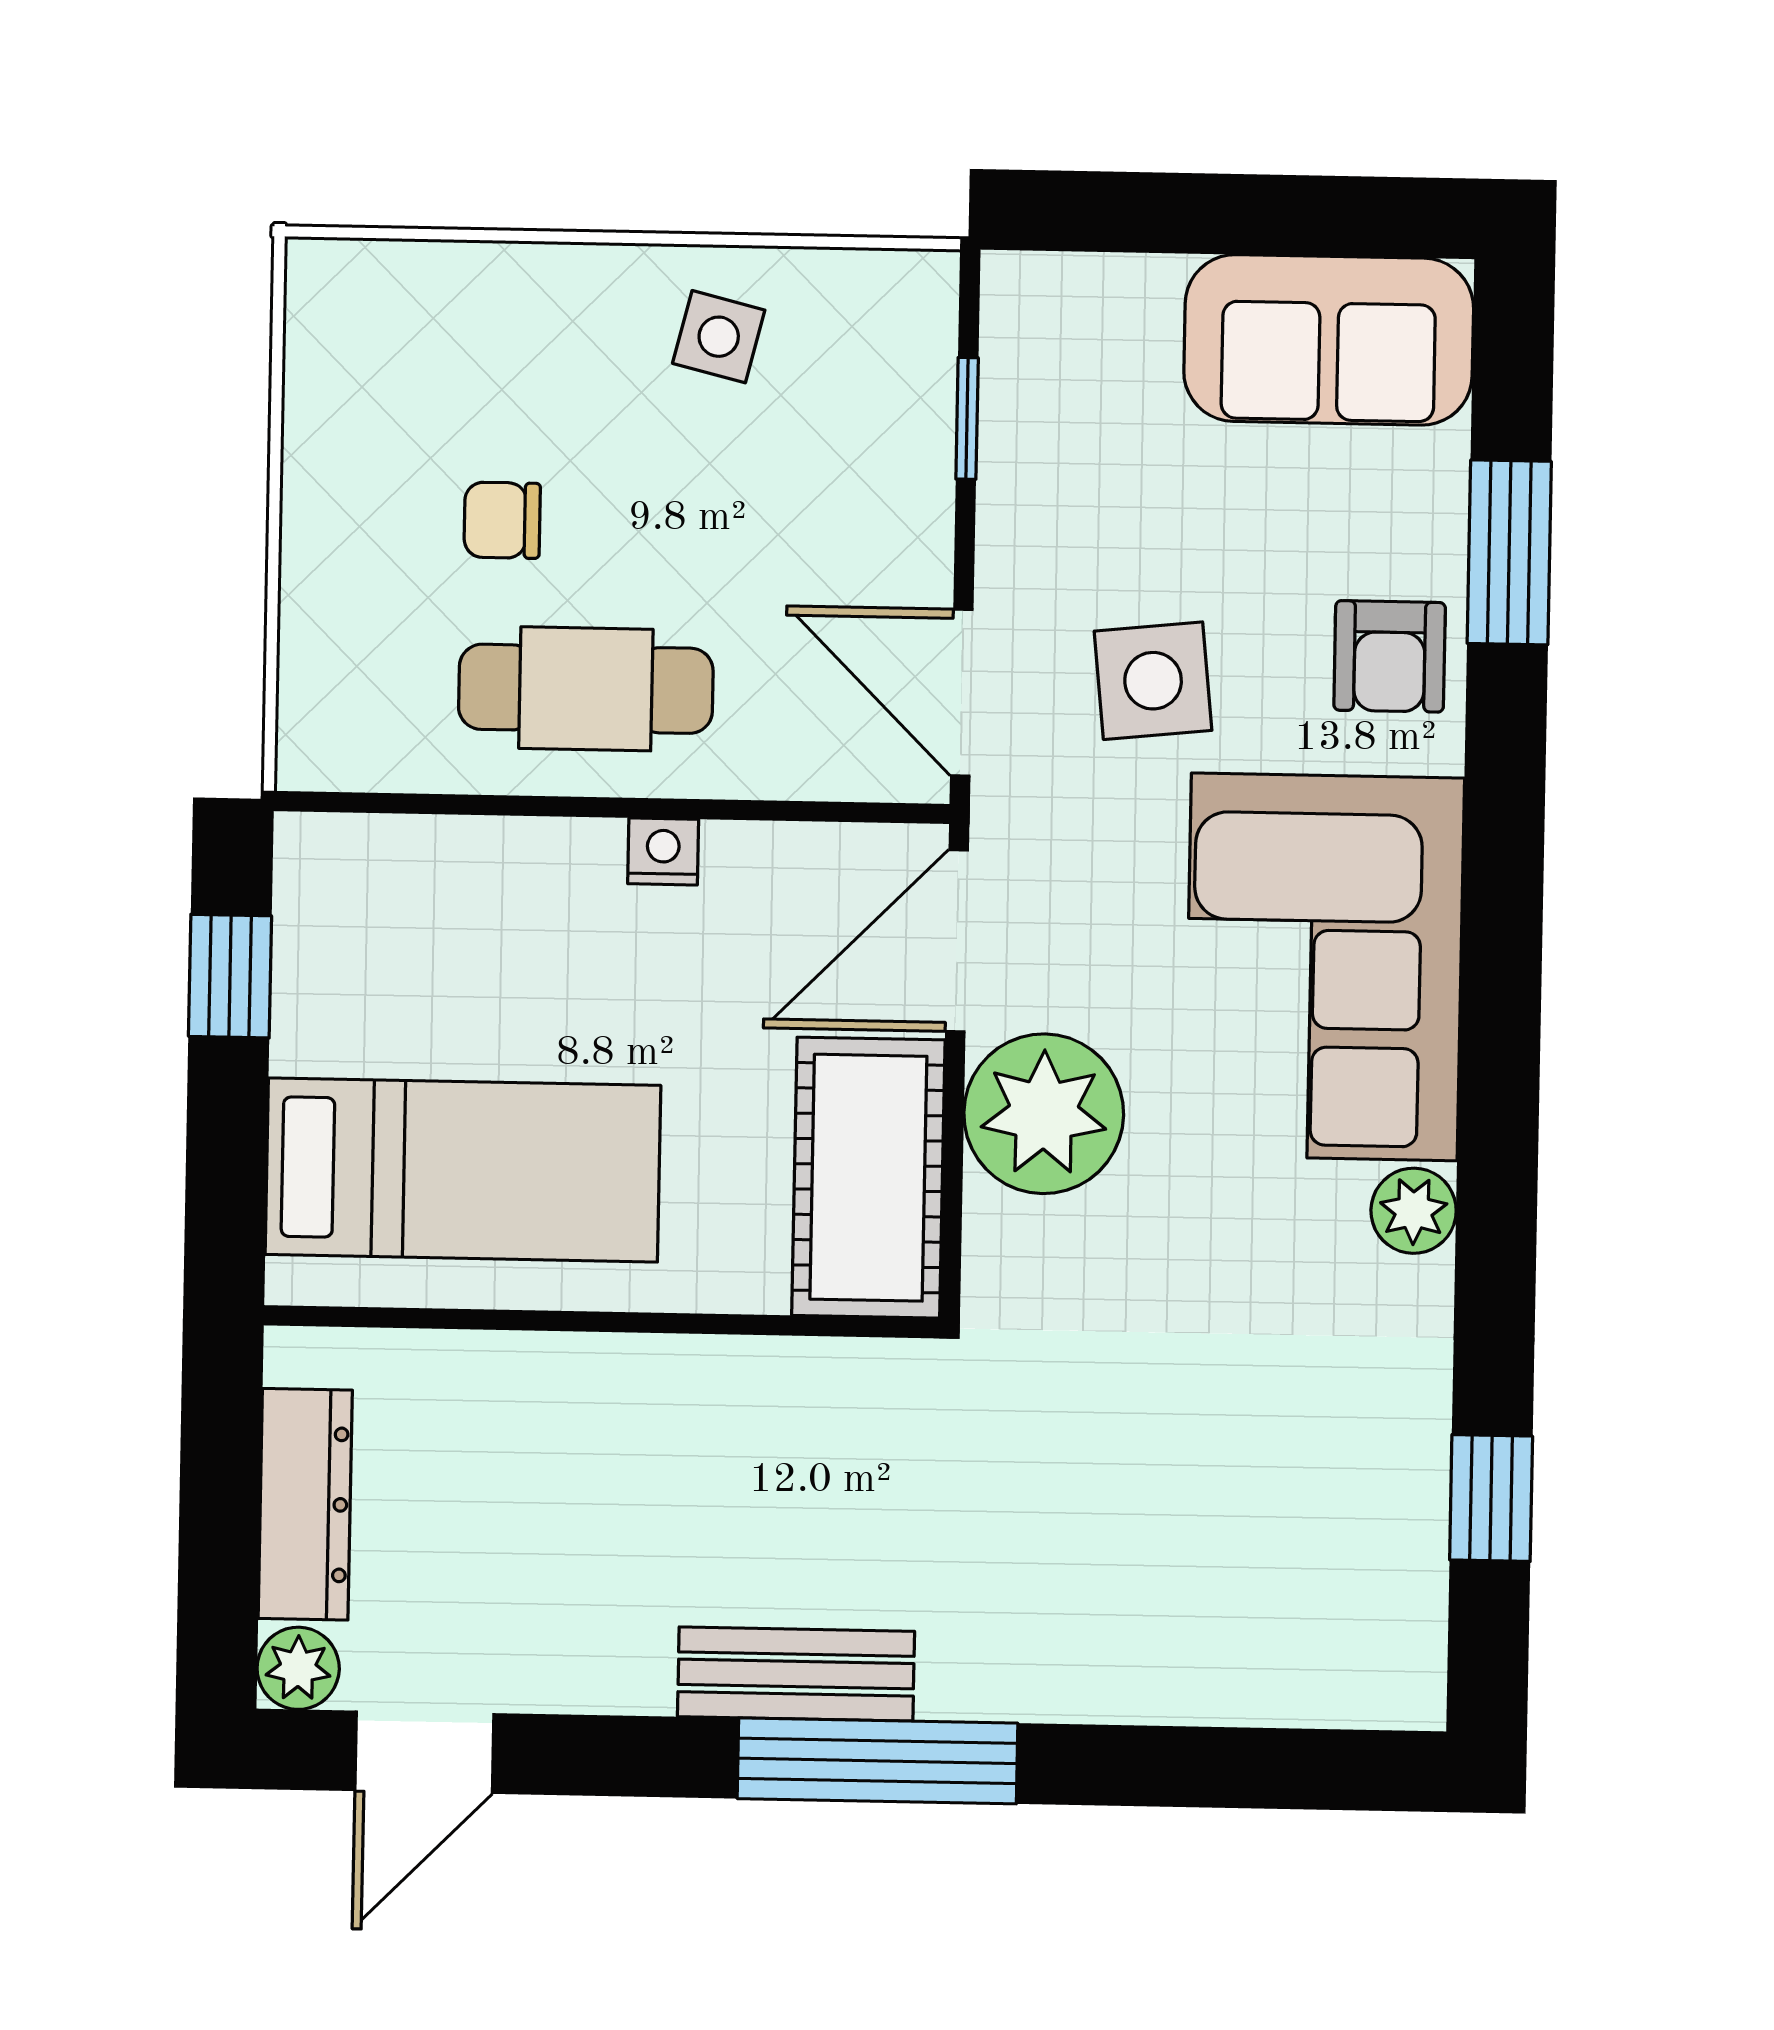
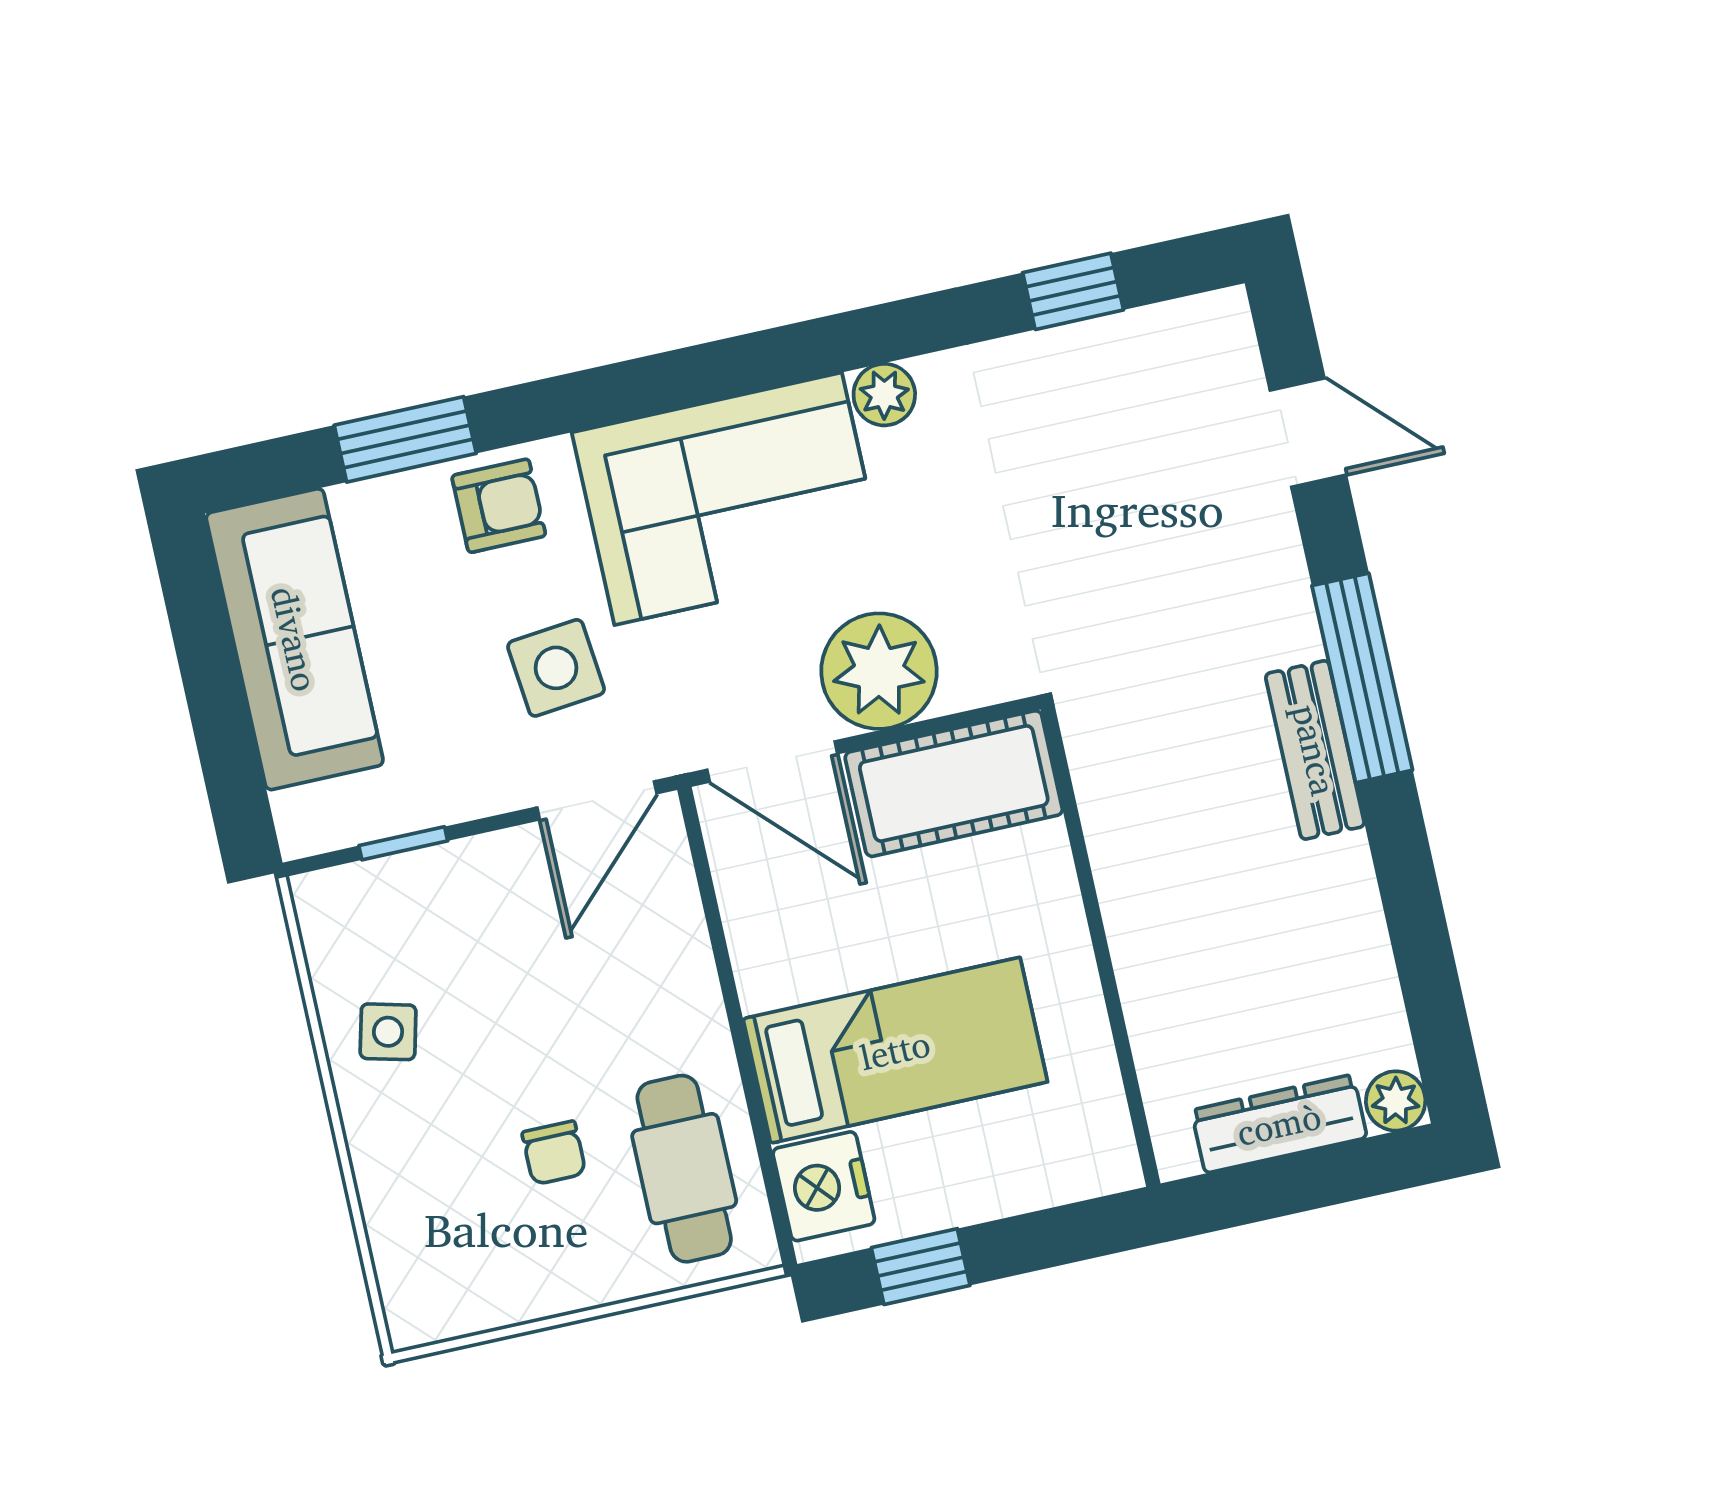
sofa: (1329, 340) -> (295, 639), width x1.36
cafe table: (586, 689) -> (684, 1169), moved
nightstand: (663, 851) -> (824, 1186), moved, width x1.89, depth x1.79
bed: (463, 1170) -> (895, 1050), moved, turned 90
door: (424, 1752) -> (1308, 433), moved

